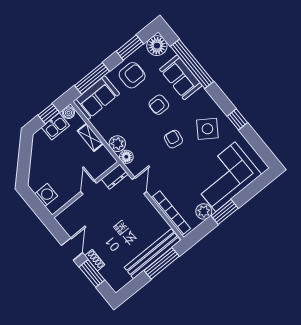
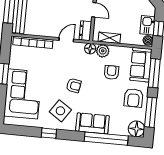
window: (130, 48) -> (151, 112), width x1.44
sofa: (181, 77) -> (92, 123), moved
armchair: (159, 105) -> (112, 72), moved
shelving: (90, 137) -> (109, 38), moved
door: (139, 186) -> (66, 40), swing flipped
plant: (204, 211) -> (15, 62), removed

